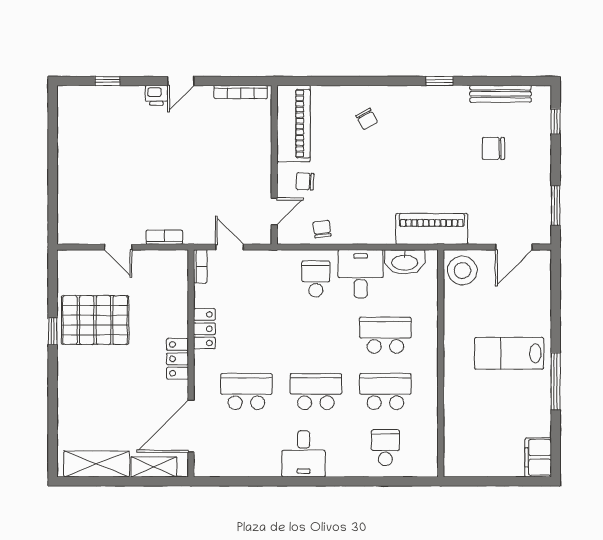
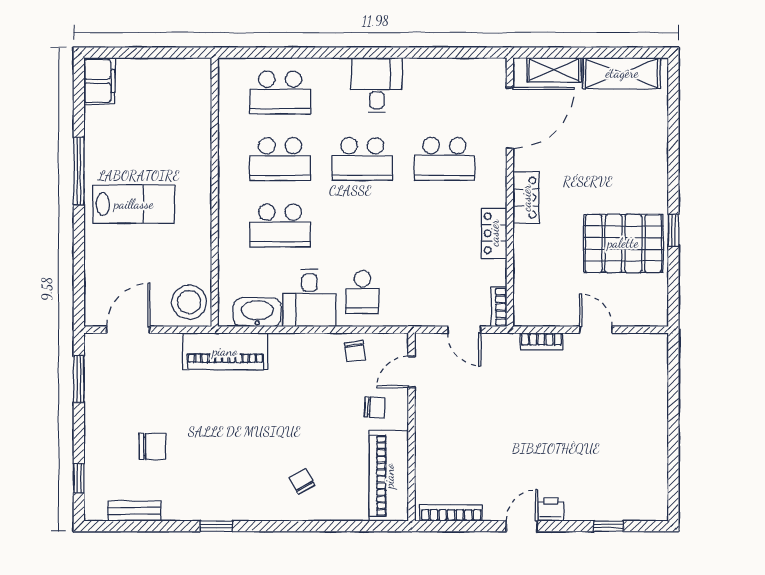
bench: (500, 94) -> (134, 511), width x0.73
school desk: (385, 448) -> (280, 92), width x1.85

